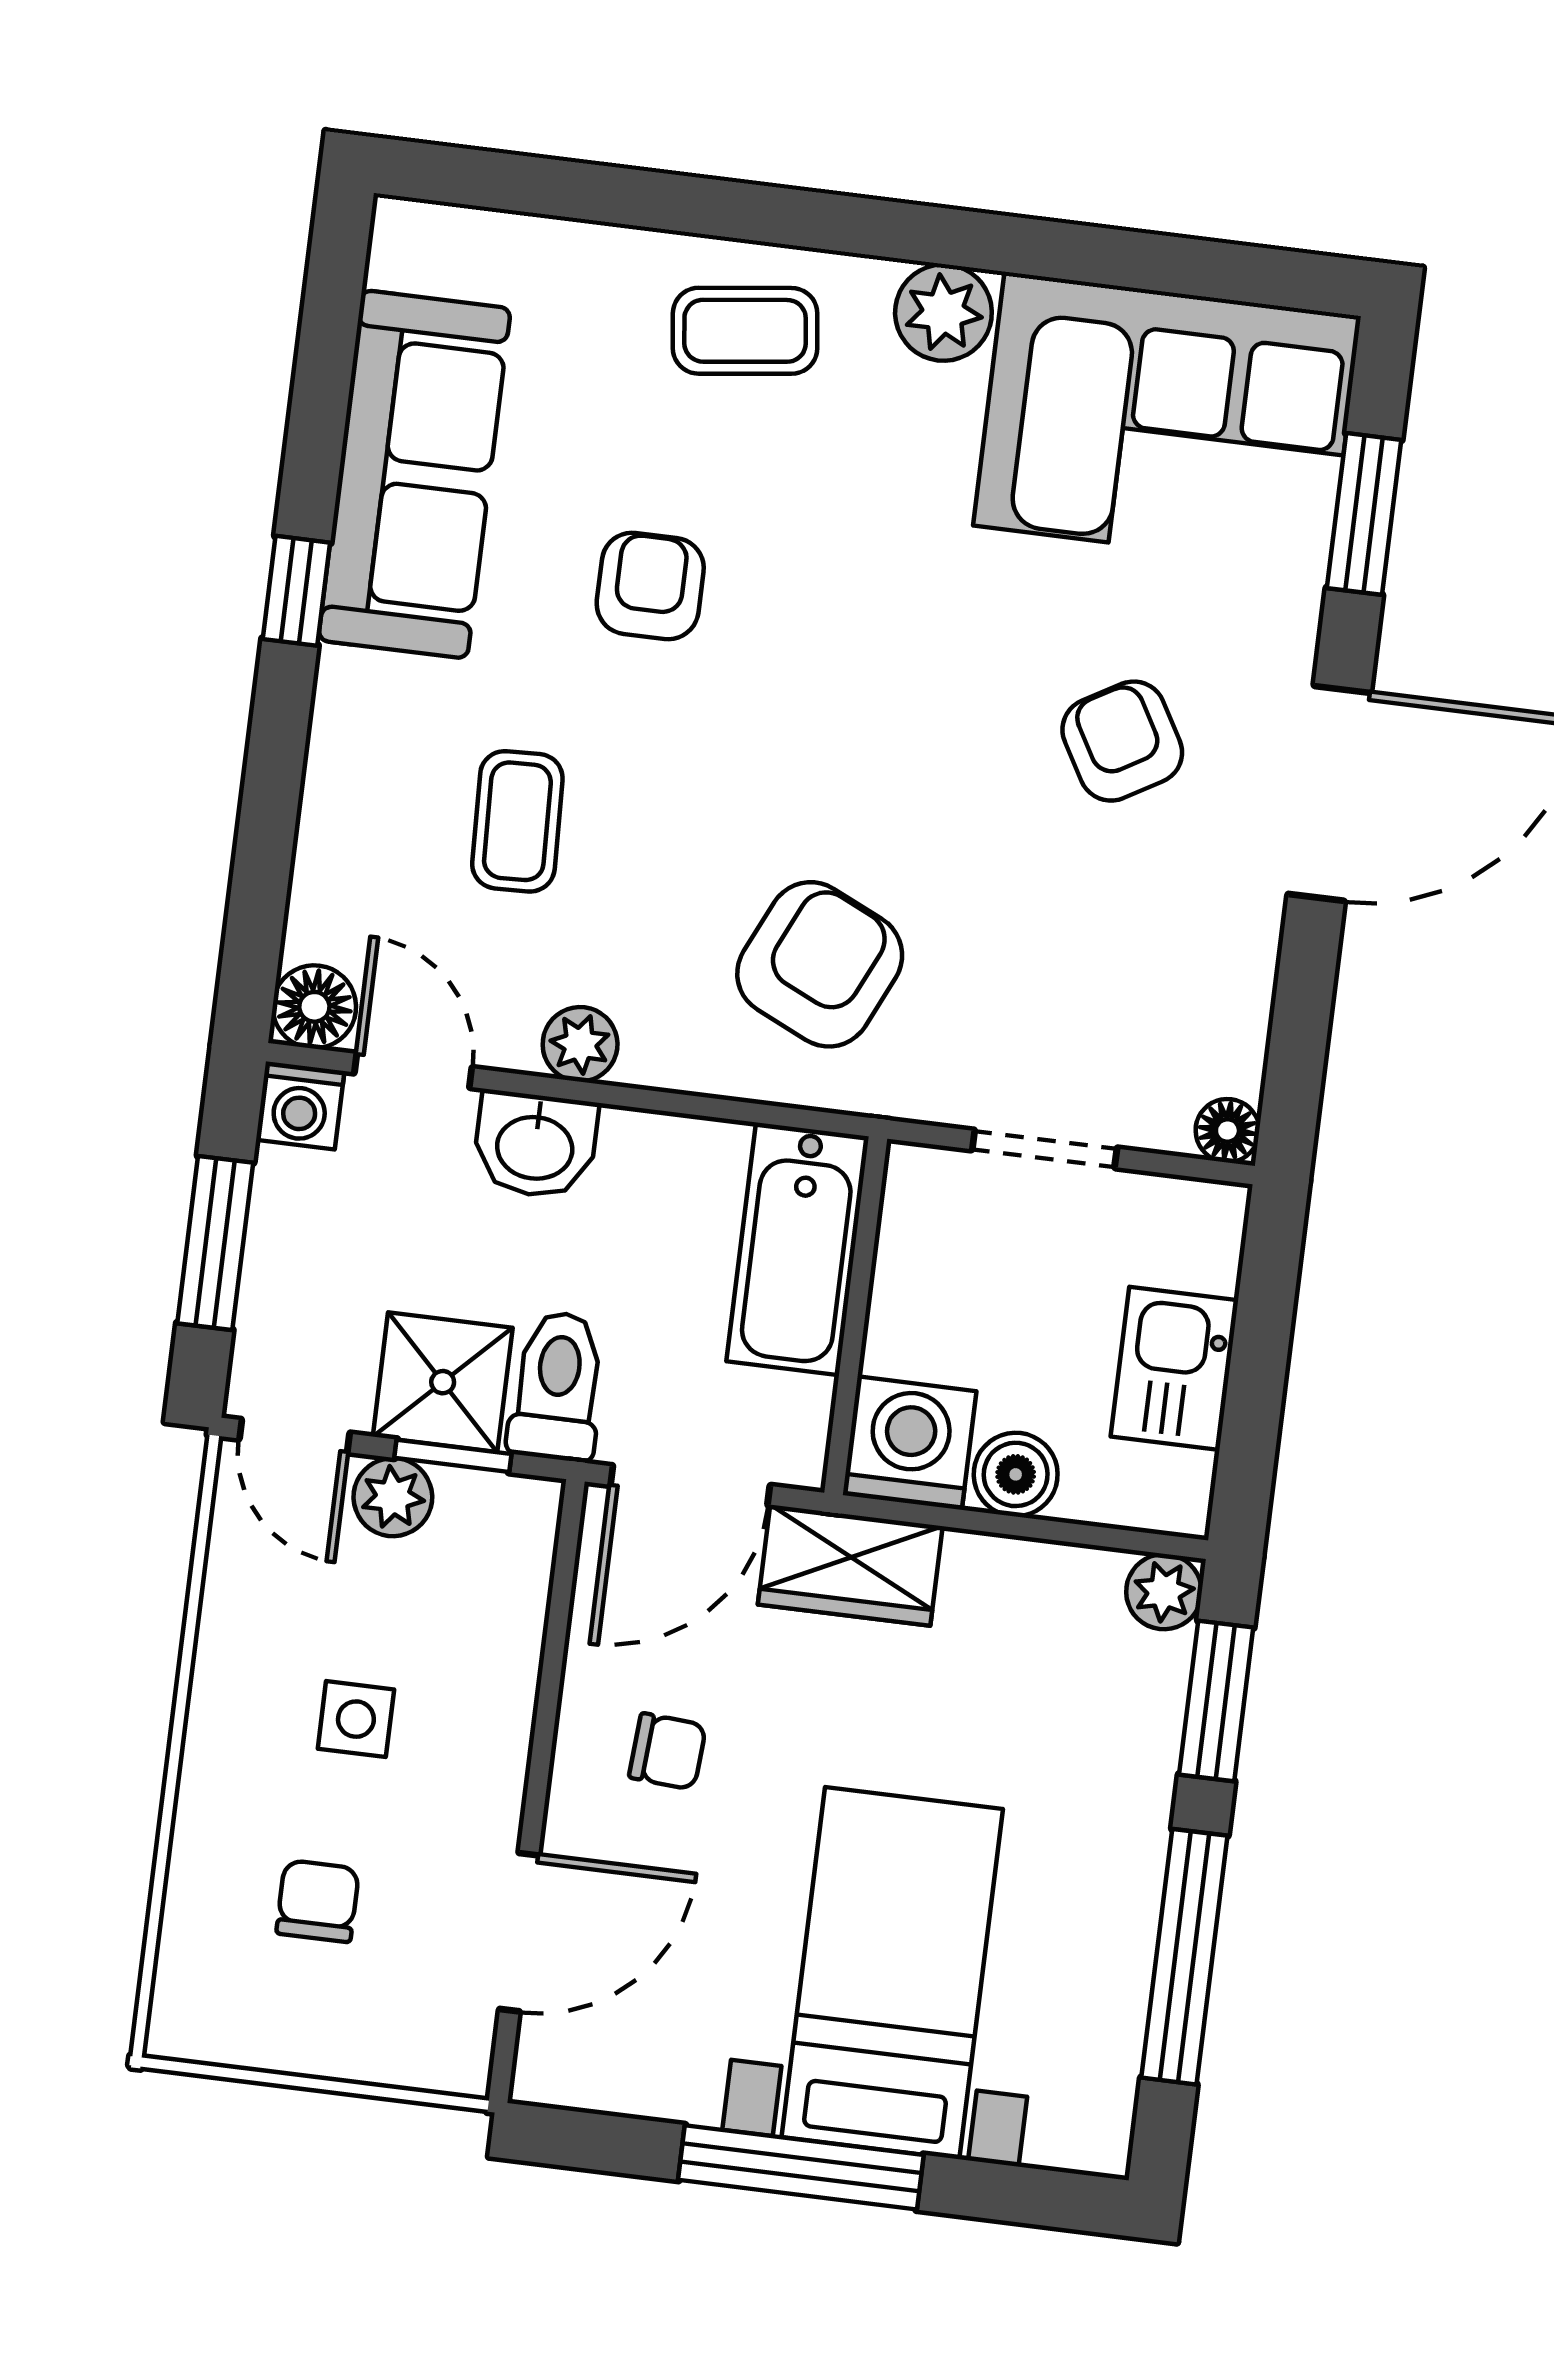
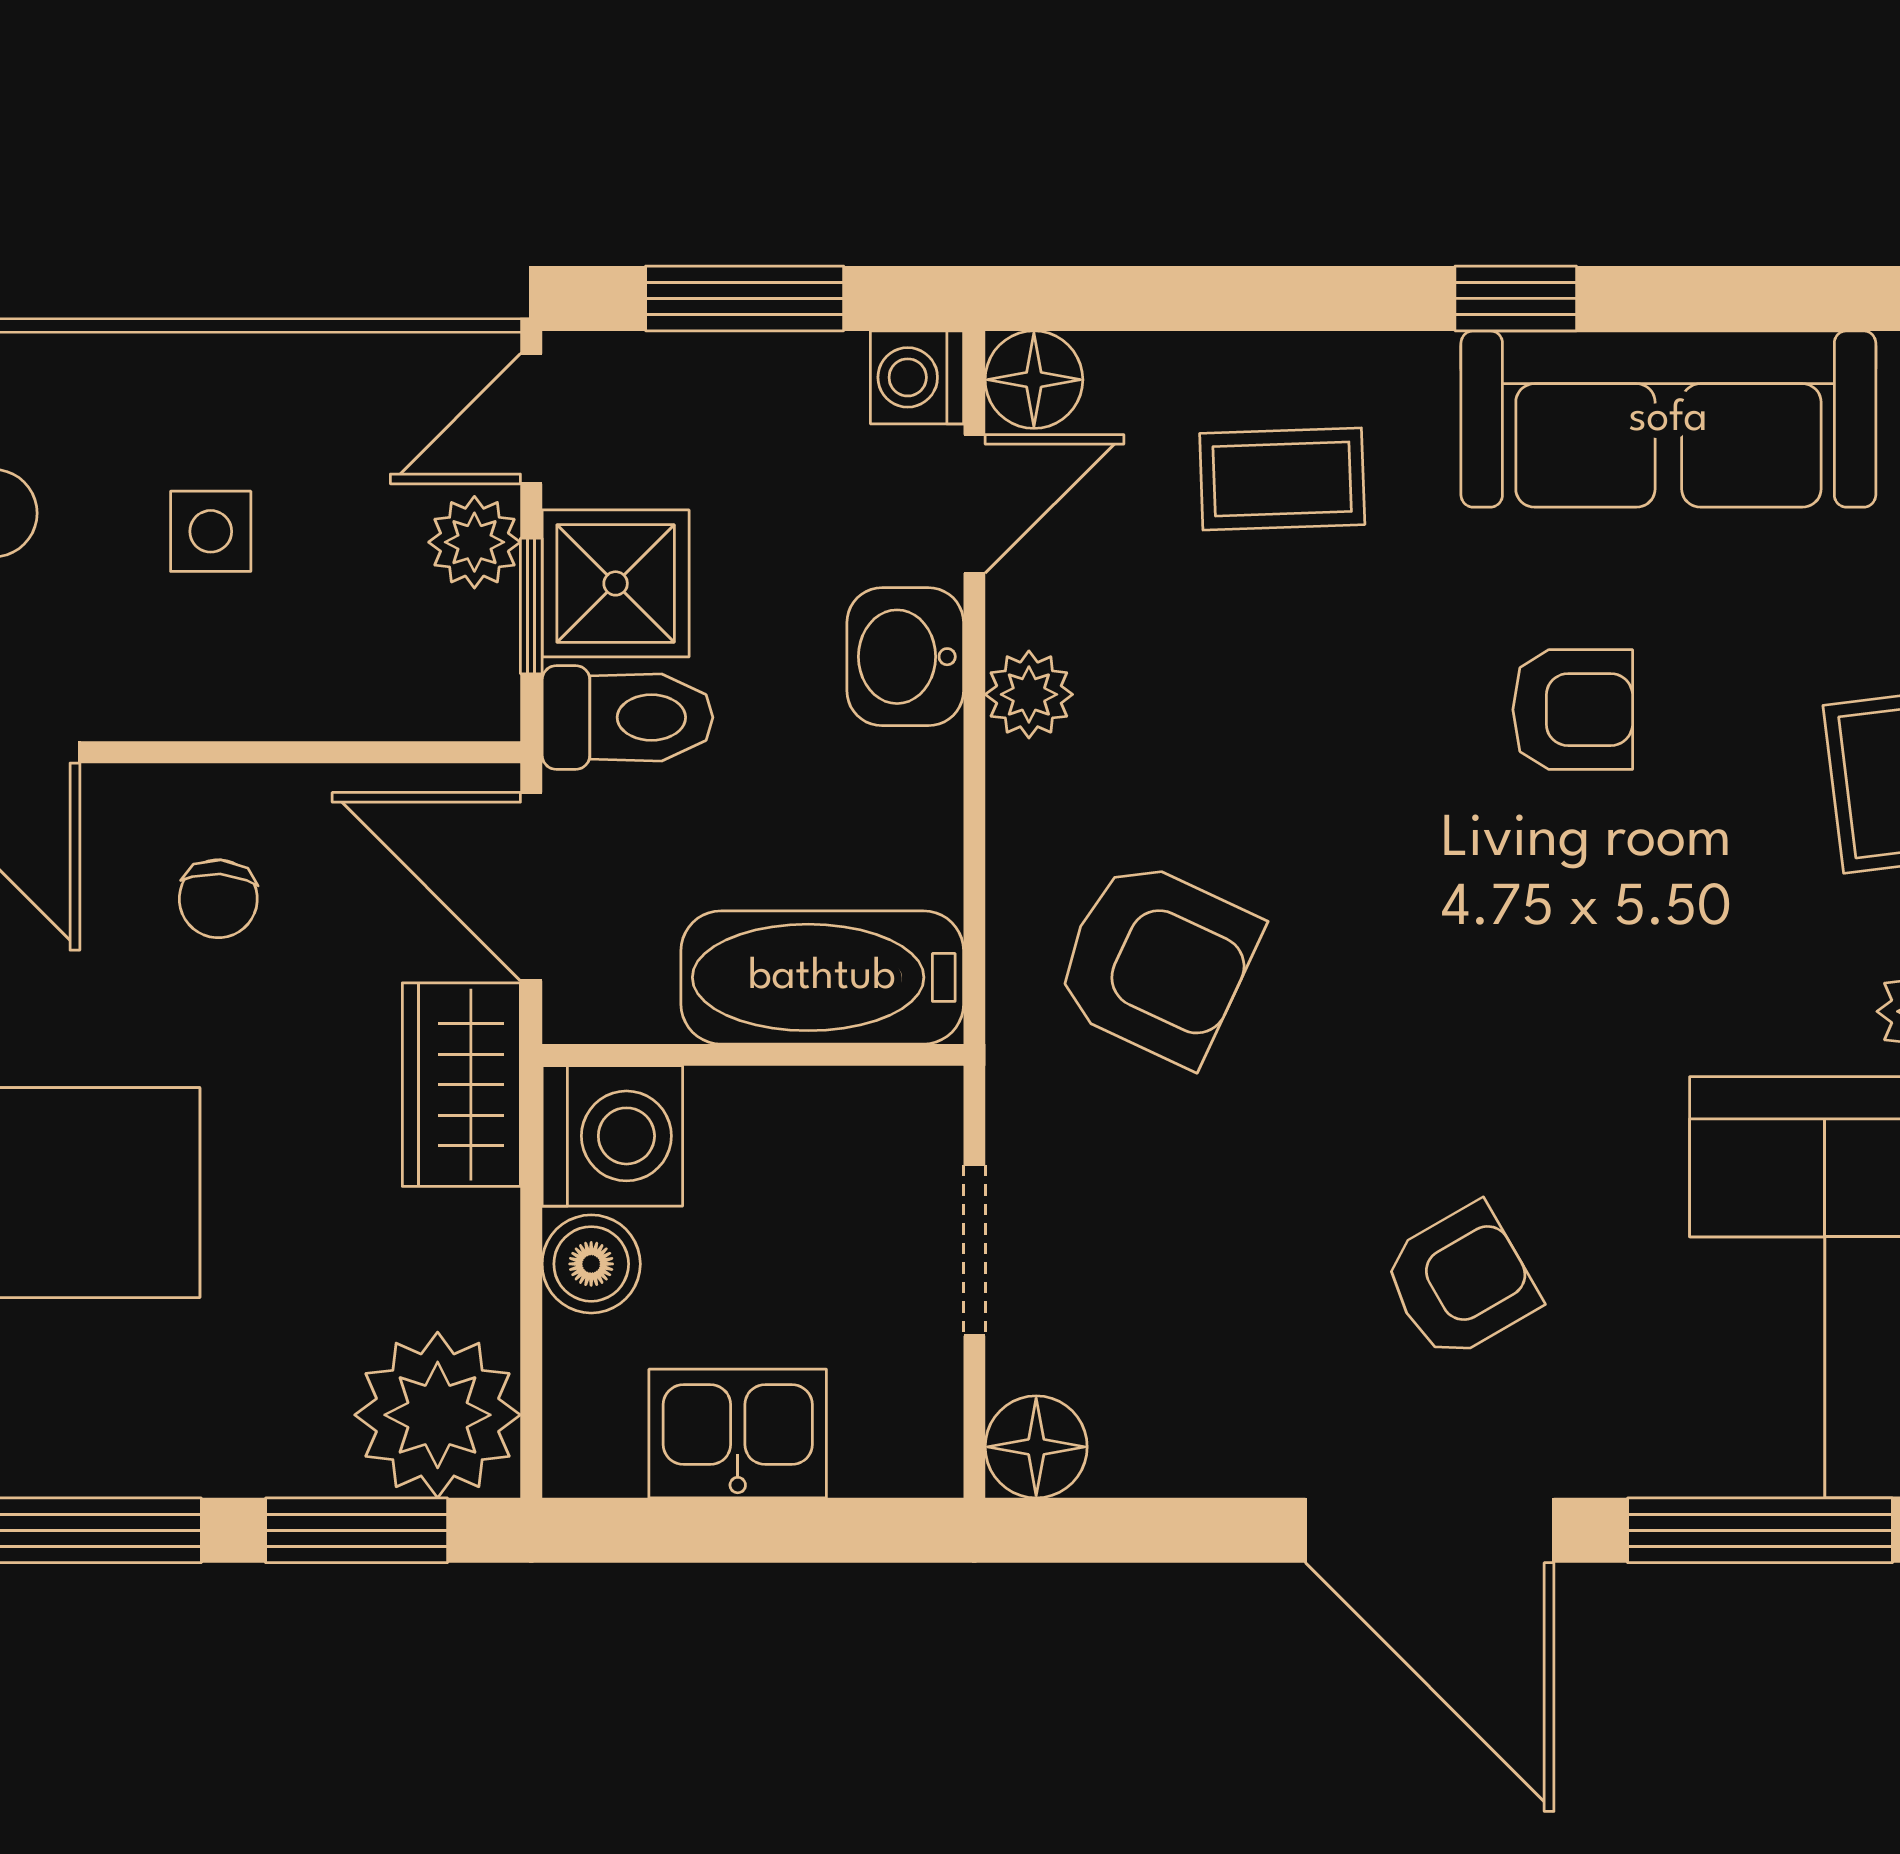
window: (1364, 514) -> (1760, 1530), width x1.44
coffee table: (517, 821) -> (1282, 479), moved
floor lamp: (1227, 1130) -> (1036, 1447), width x1.37, depth x1.37
plant: (1164, 1592) -> (438, 1415), width x1.88, depth x1.88

